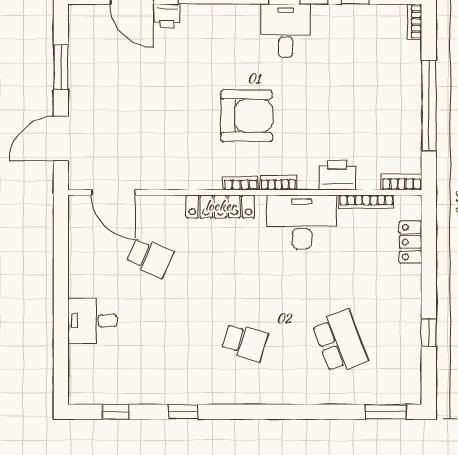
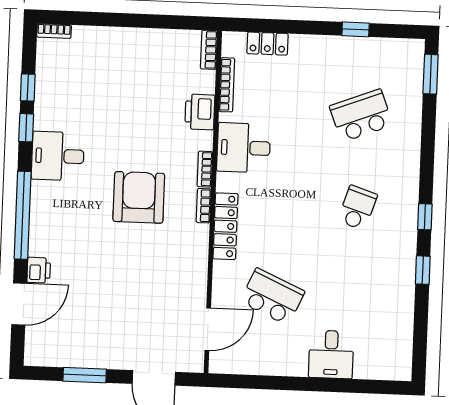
window: (429, 105) -> (136, 21), removed
desk: (302, 222) -> (244, 148), width x0.73
school desk: (150, 258) -> (272, 297), width x1.85
window: (116, 412) -> (425, 217), moved

